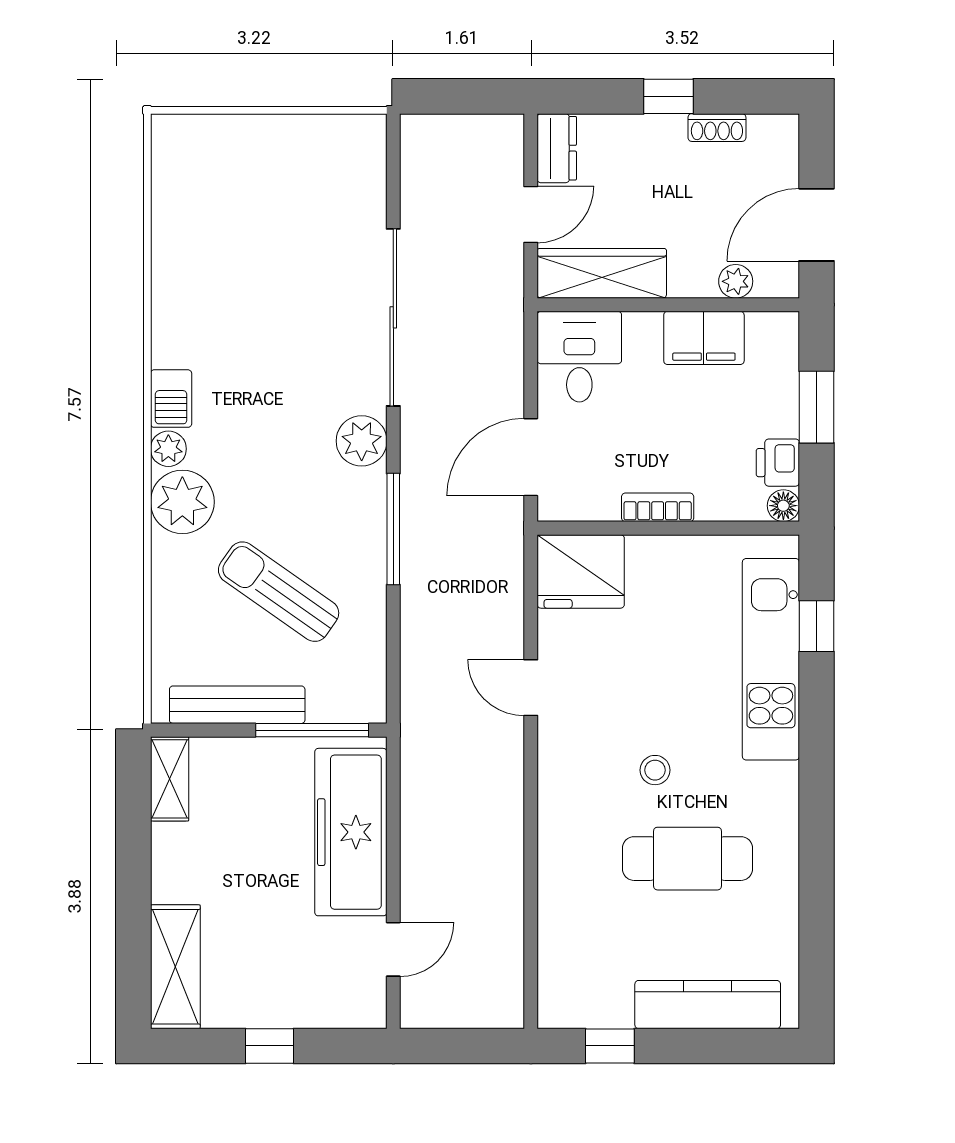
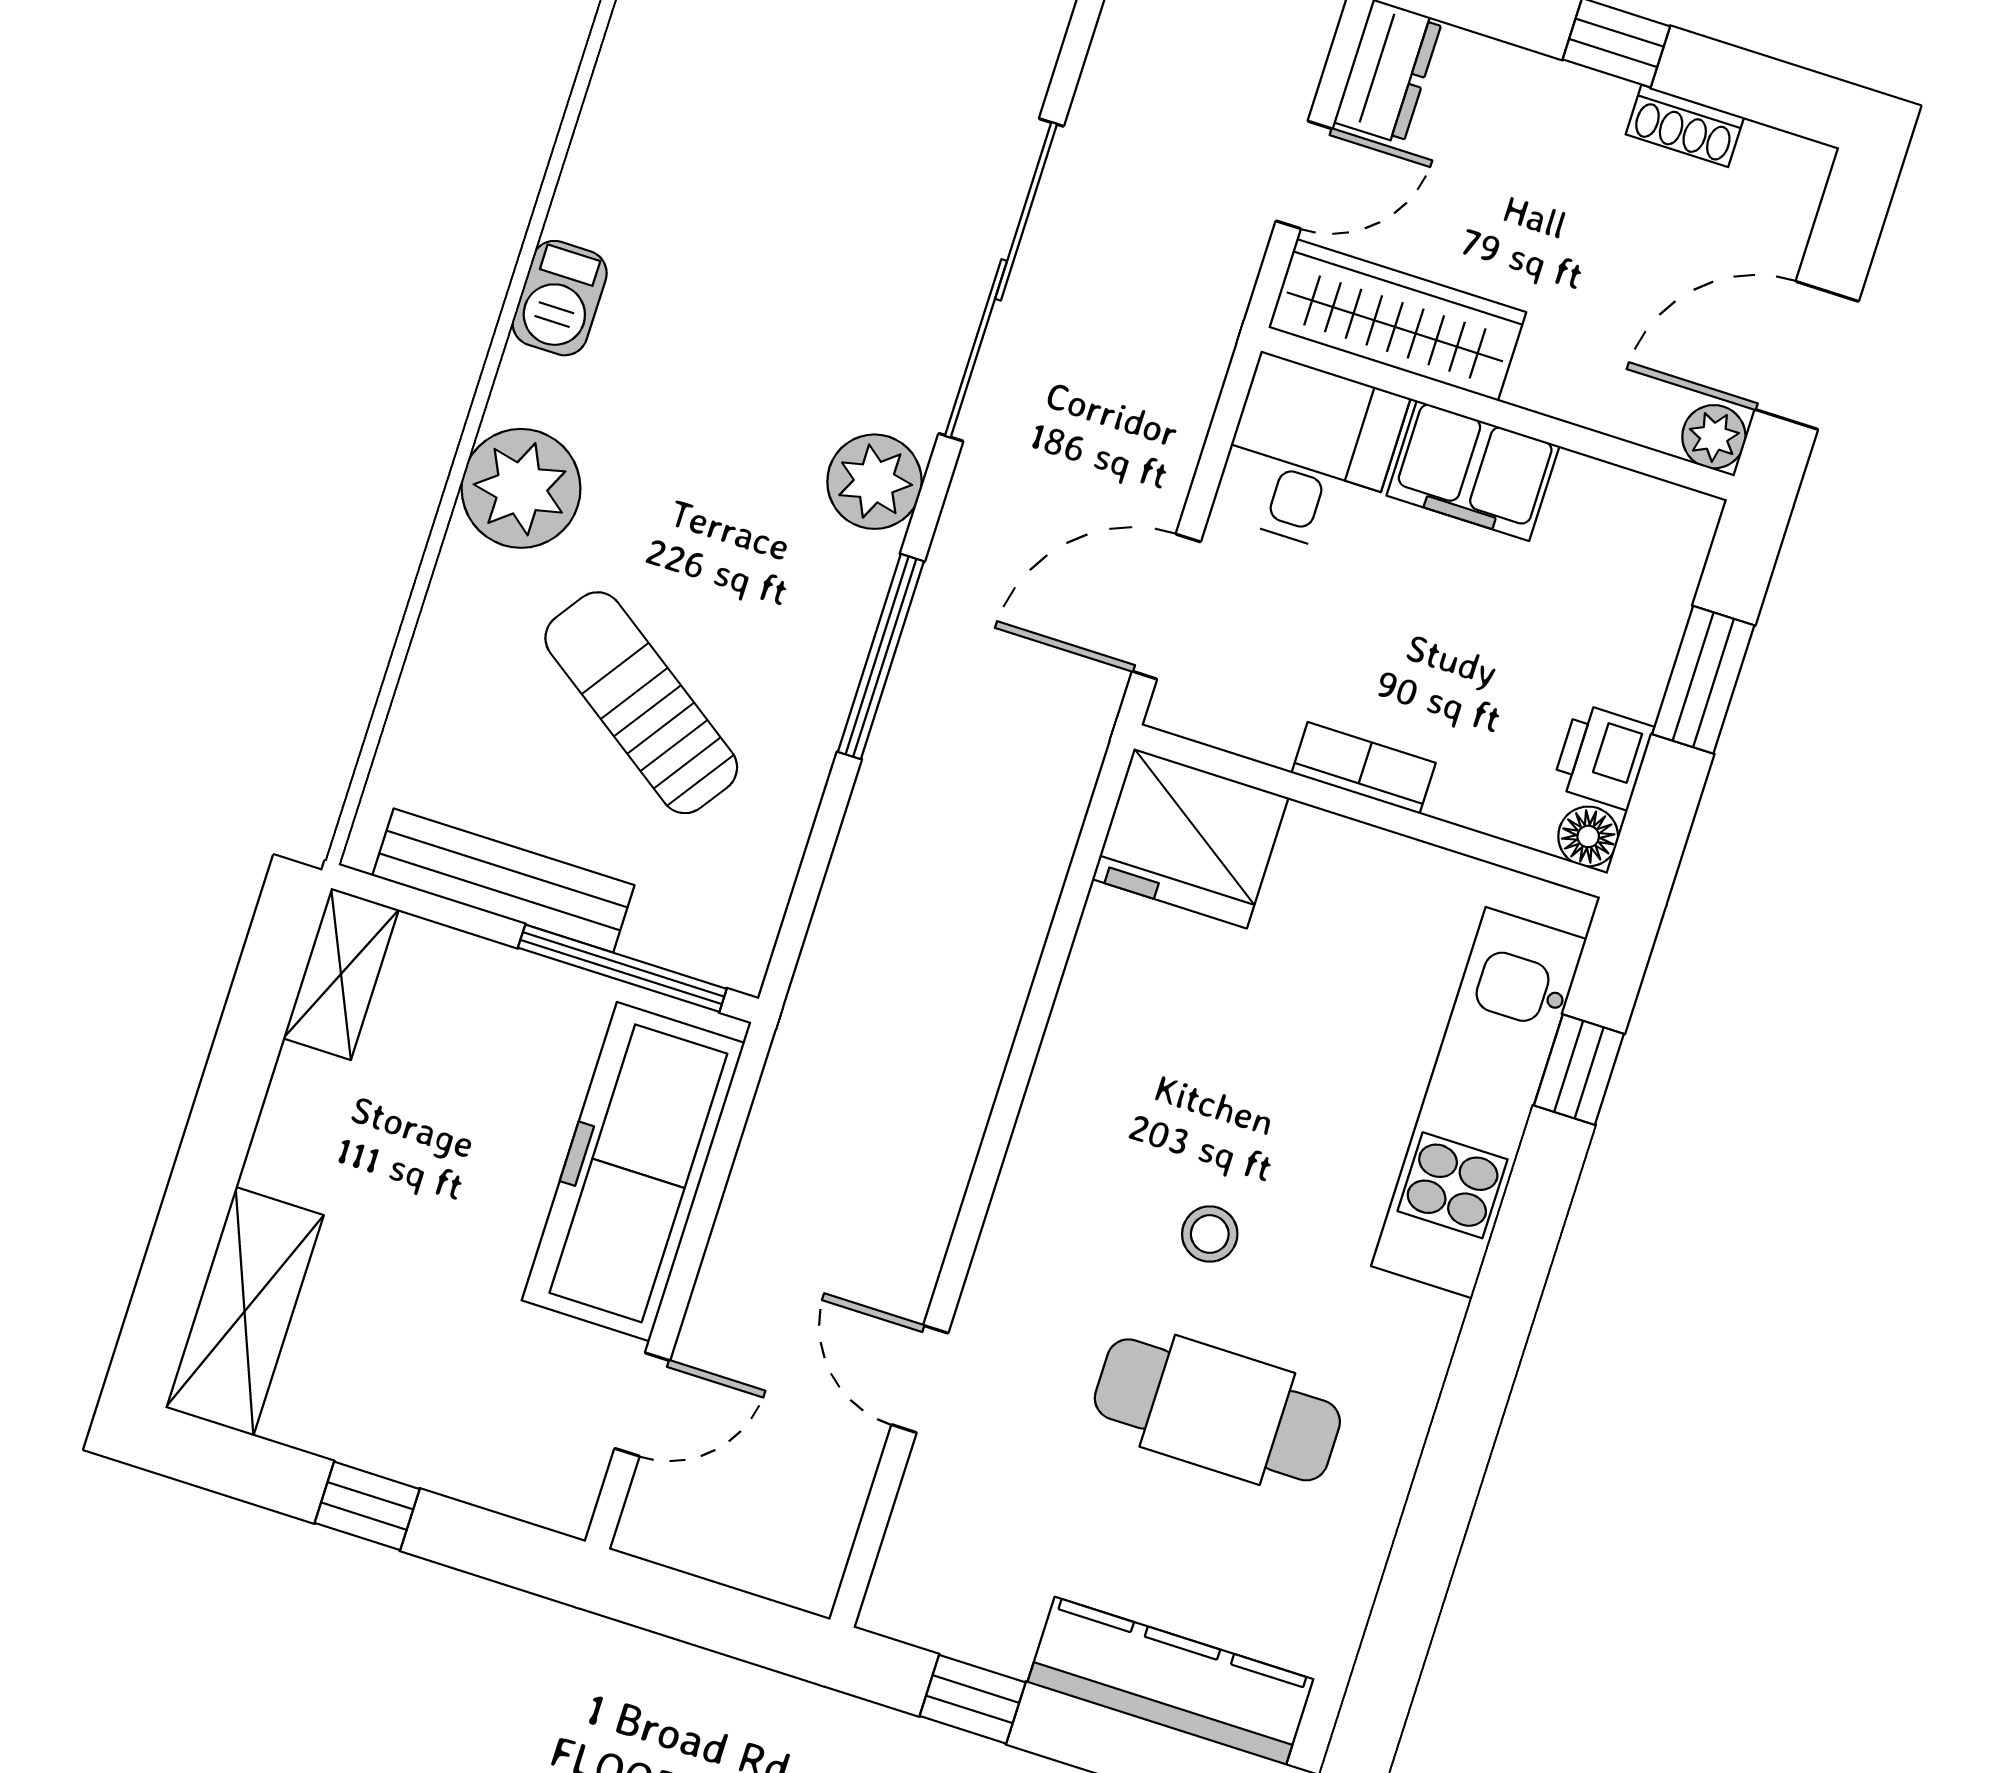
plant: (736, 281) -> (1714, 437), moved
filing cabinet: (704, 338) -> (1473, 471), moved
plant: (168, 449) -> (526, 386), removed
door: (531, 688) -> (920, 1379), moved

